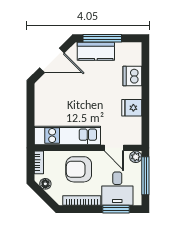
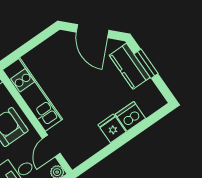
window: (102, 38) -> (146, 64), width x0.69
fridge: (132, 108) -> (112, 128), moved

